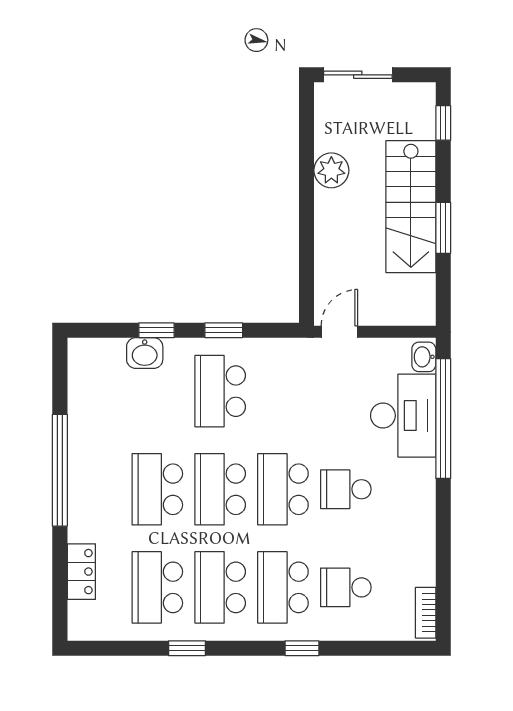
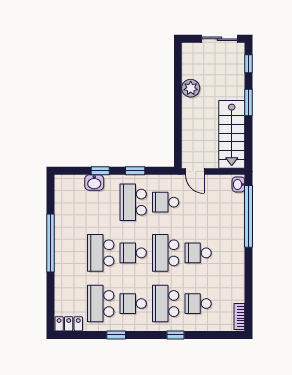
sliding door: (358, 75) -> (219, 39), moved
stairs: (411, 207) -> (232, 134), moved
window: (443, 228) -> (248, 102), moved
door: (339, 332) -> (195, 172), swing flipped
school desk: (283, 391) -> (166, 202), added
desk: (403, 416) -> (228, 215), removed
school desk: (220, 489) -> (133, 253), width x0.54
locker: (81, 572) -> (69, 324), moved, turned -90
school desk: (220, 587) -> (133, 304), width x0.54

